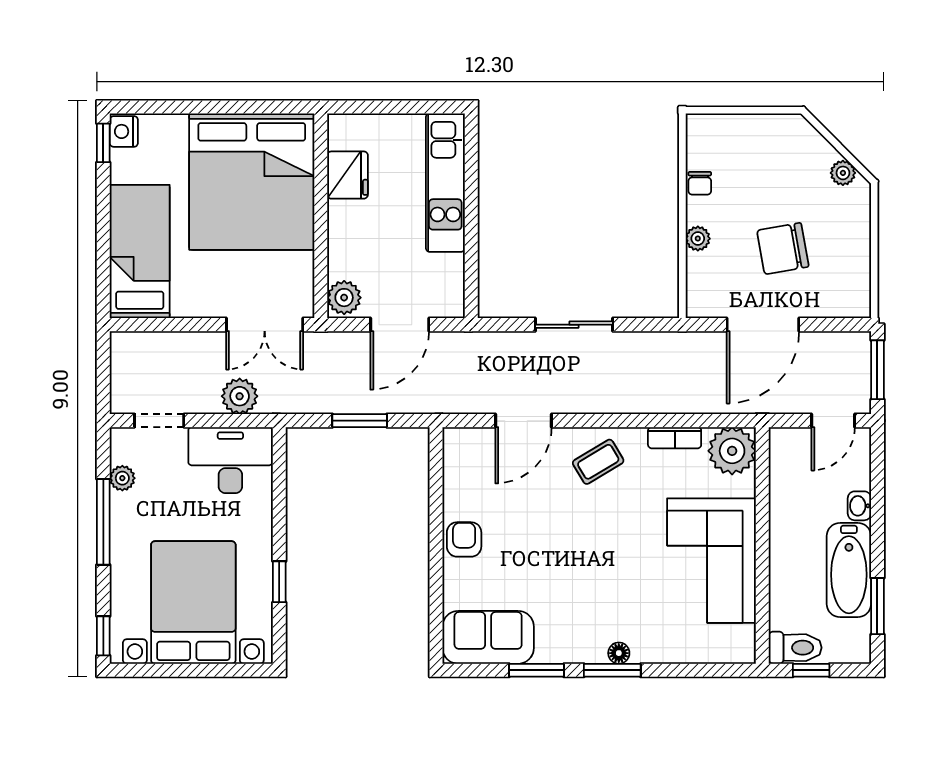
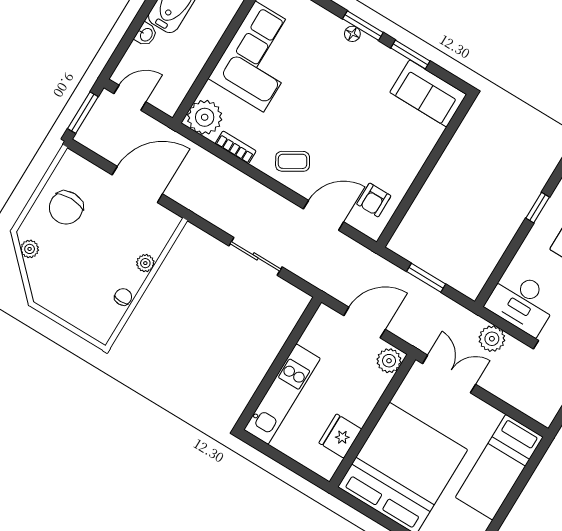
chair: (783, 249) -> (66, 208), moved, turned 100
armchair: (464, 539) -> (374, 200), moved

